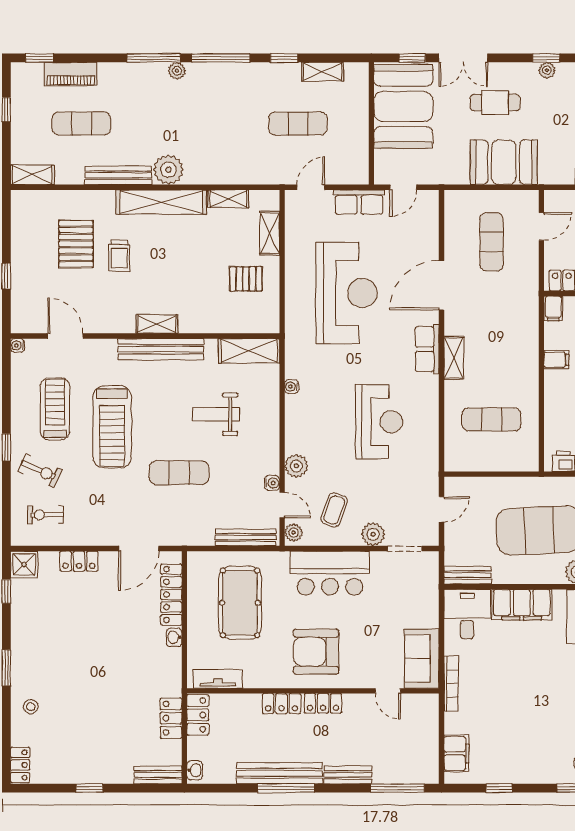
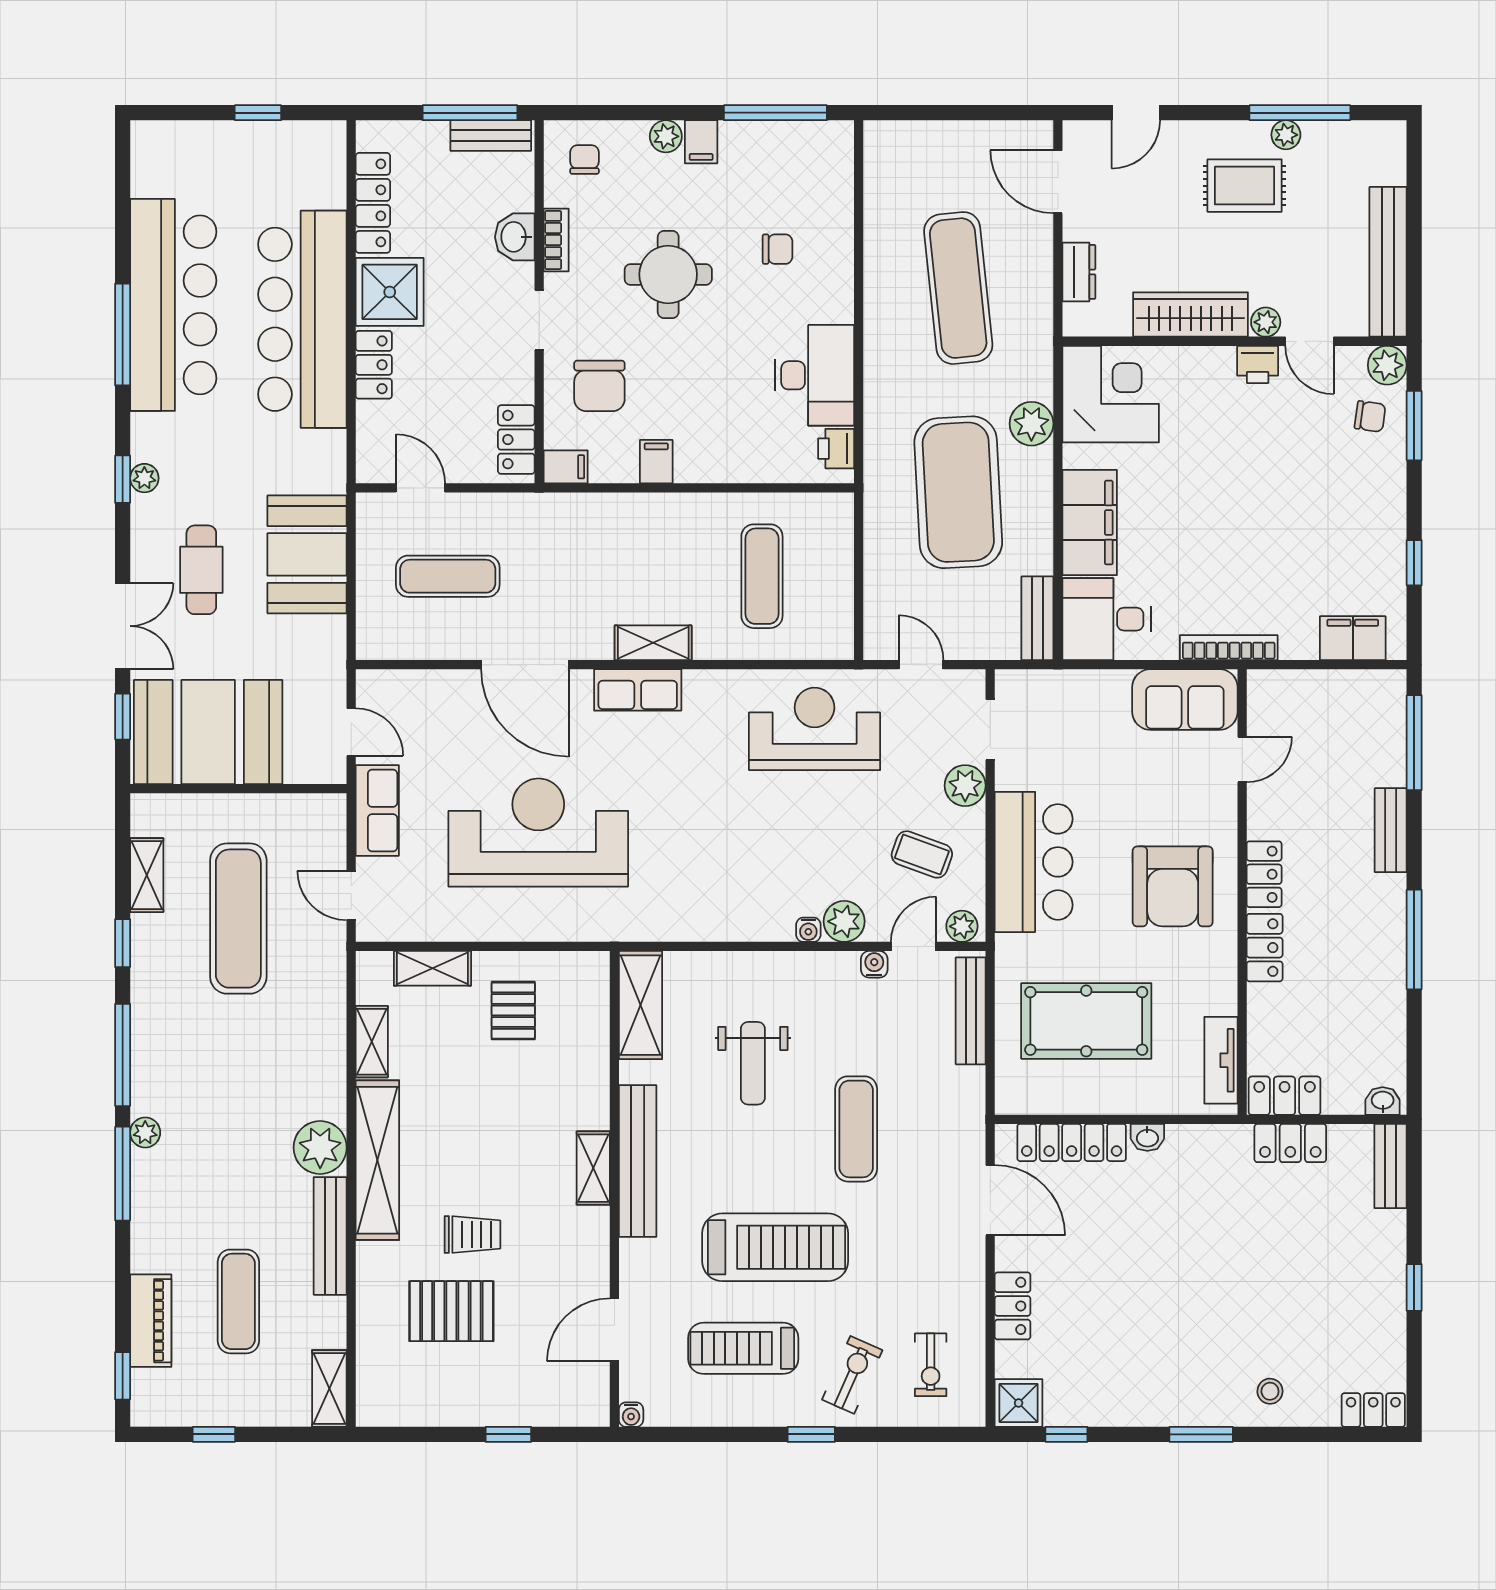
exercise mat: (298, 123) -> (238, 919), width x1.36, depth x1.45
water cooler: (292, 387) -> (808, 930), moved
reception desk: (379, 422) -> (815, 729), moved
bench: (279, 773) -> (1388, 951), removed

